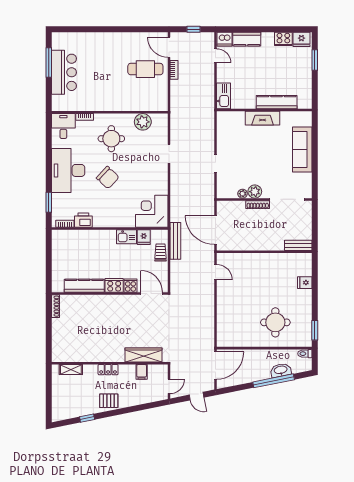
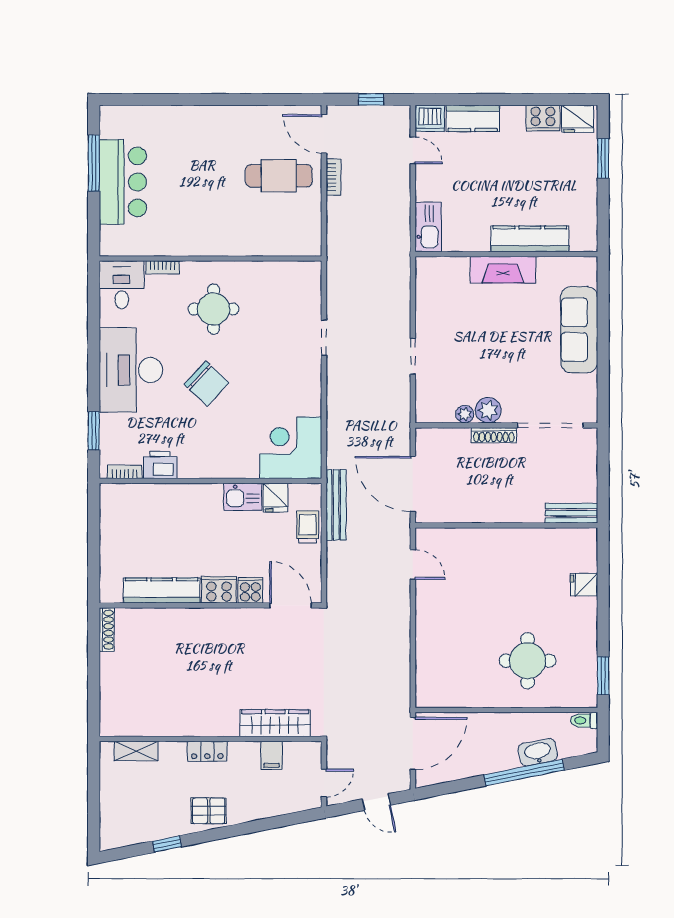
plant: (143, 122) -> (274, 277), removed

